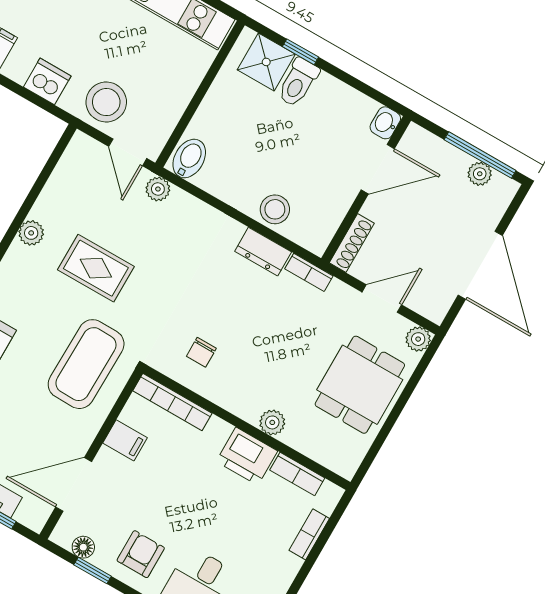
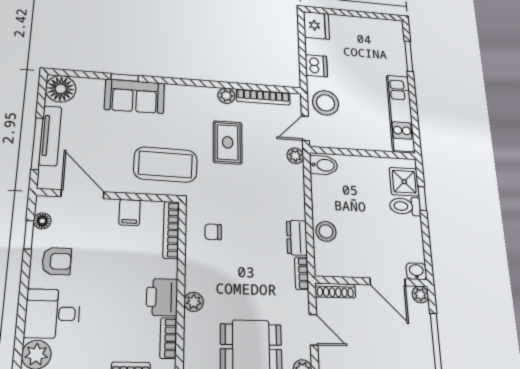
plant: (480, 174) -> (420, 295), moved
bookcase: (57, 184) -> (263, 97), added

